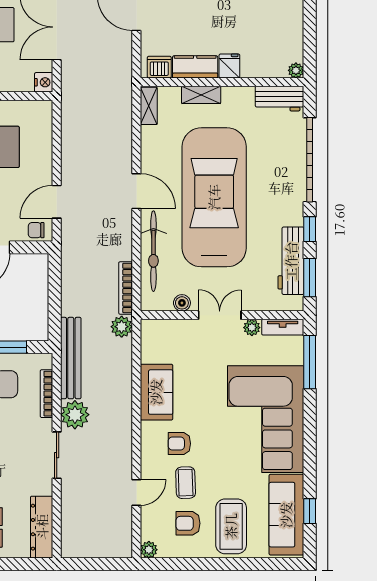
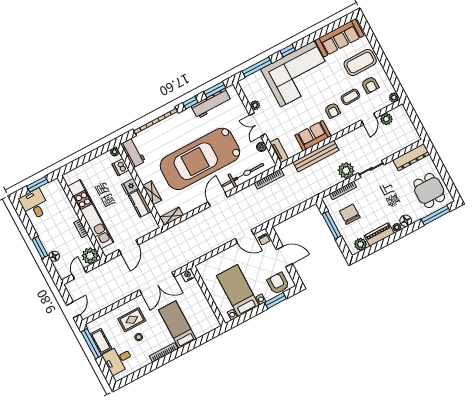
dishwasher: (159, 67) -> (121, 167), moved
plant: (122, 327) -> (386, 119), moved
tv unit: (283, 327) -> (279, 151), moved
bench: (71, 358) -> (316, 156), moved
door: (136, 492) -> (369, 119), swing flipped
window: (310, 511) -> (288, 51), moved

